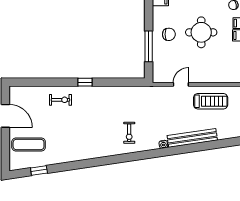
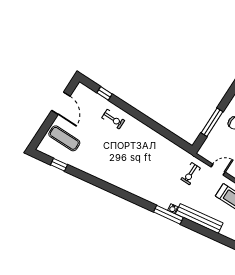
window: (85, 82) -> (104, 93), moved
exercise bike: (129, 133) -> (191, 174), moved
window: (163, 152) -> (168, 215), added

